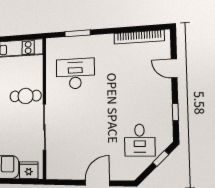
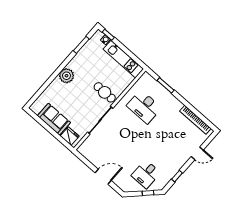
door: (174, 68) -> (197, 153), swing flipped
desk: (75, 74) -> (144, 107), turned 180

